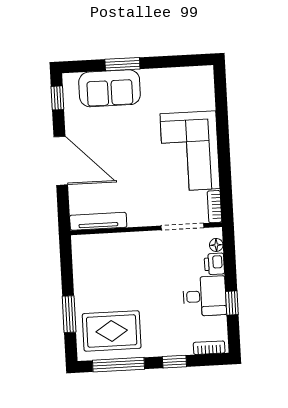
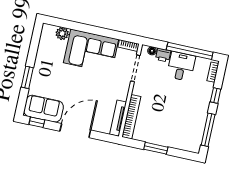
sofa: (110, 88) -> (44, 109), moved, turned -90
plant: (205, 99) -> (62, 33), added
bookcase: (106, 241) -> (131, 117), added
window: (232, 303) -> (190, 51), width x3.17
window: (69, 314) -> (156, 148), moved
rug: (112, 331) -> (187, 128), removed

